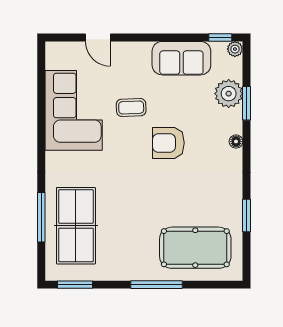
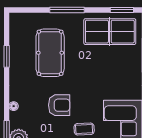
table tennis table: (76, 226) -> (110, 32), moved, turned 90
pool table: (195, 248) -> (50, 53), moved, turned 90

